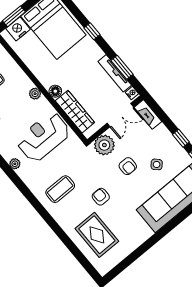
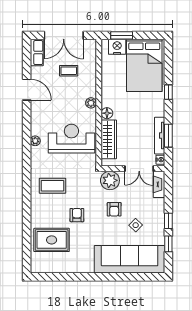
rug: (97, 235) -> (52, 240), turned 90

